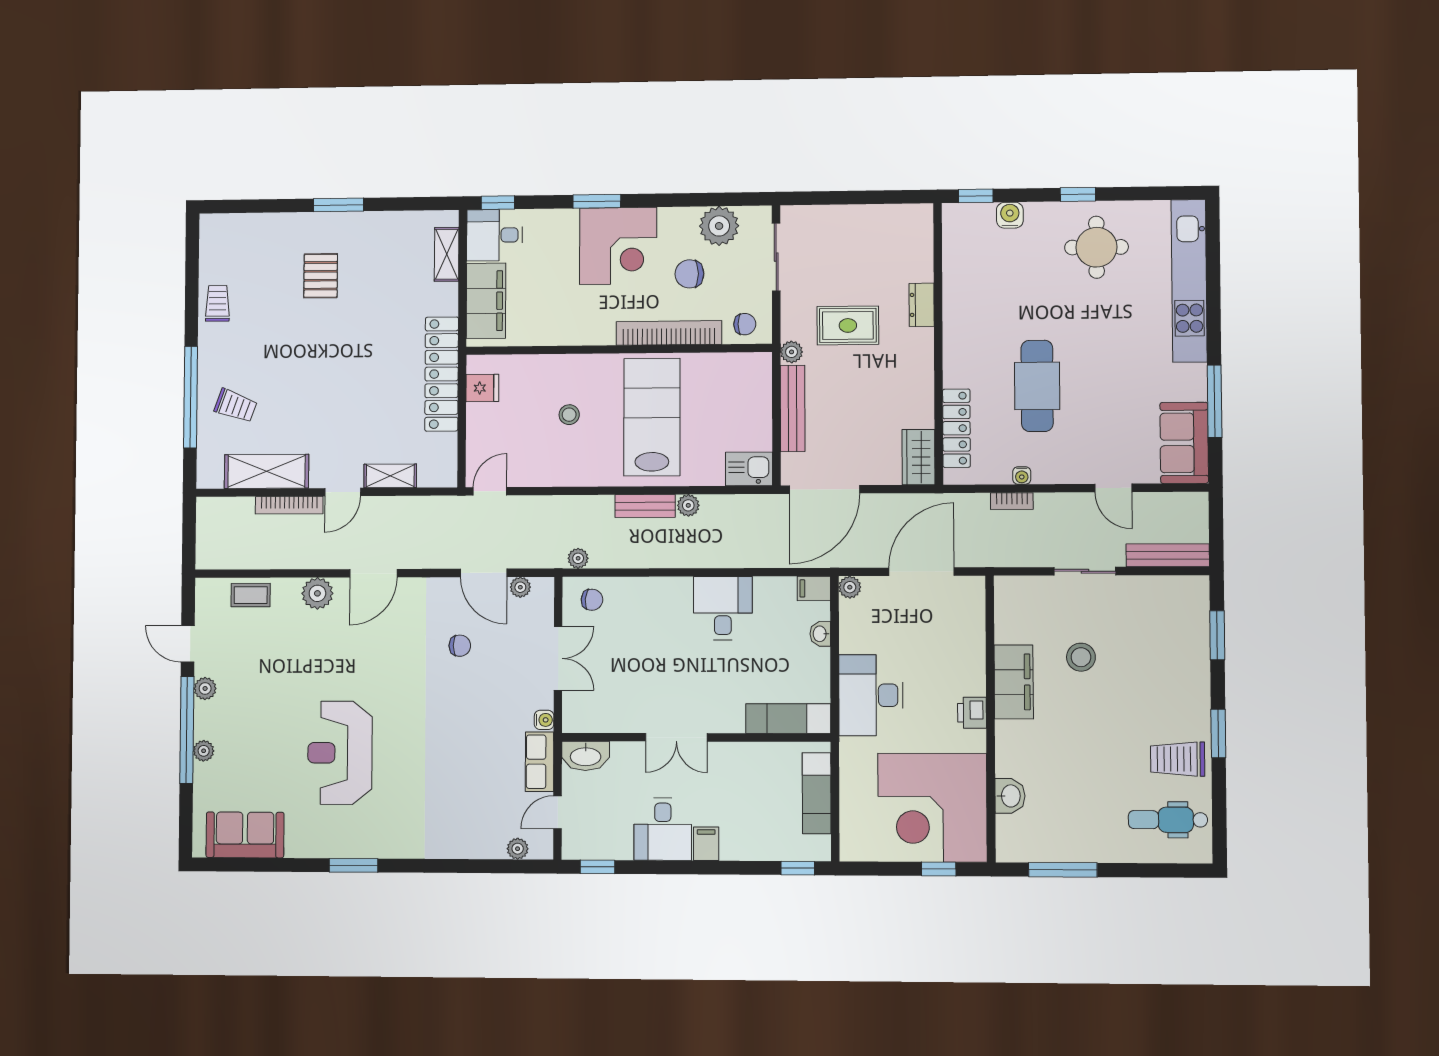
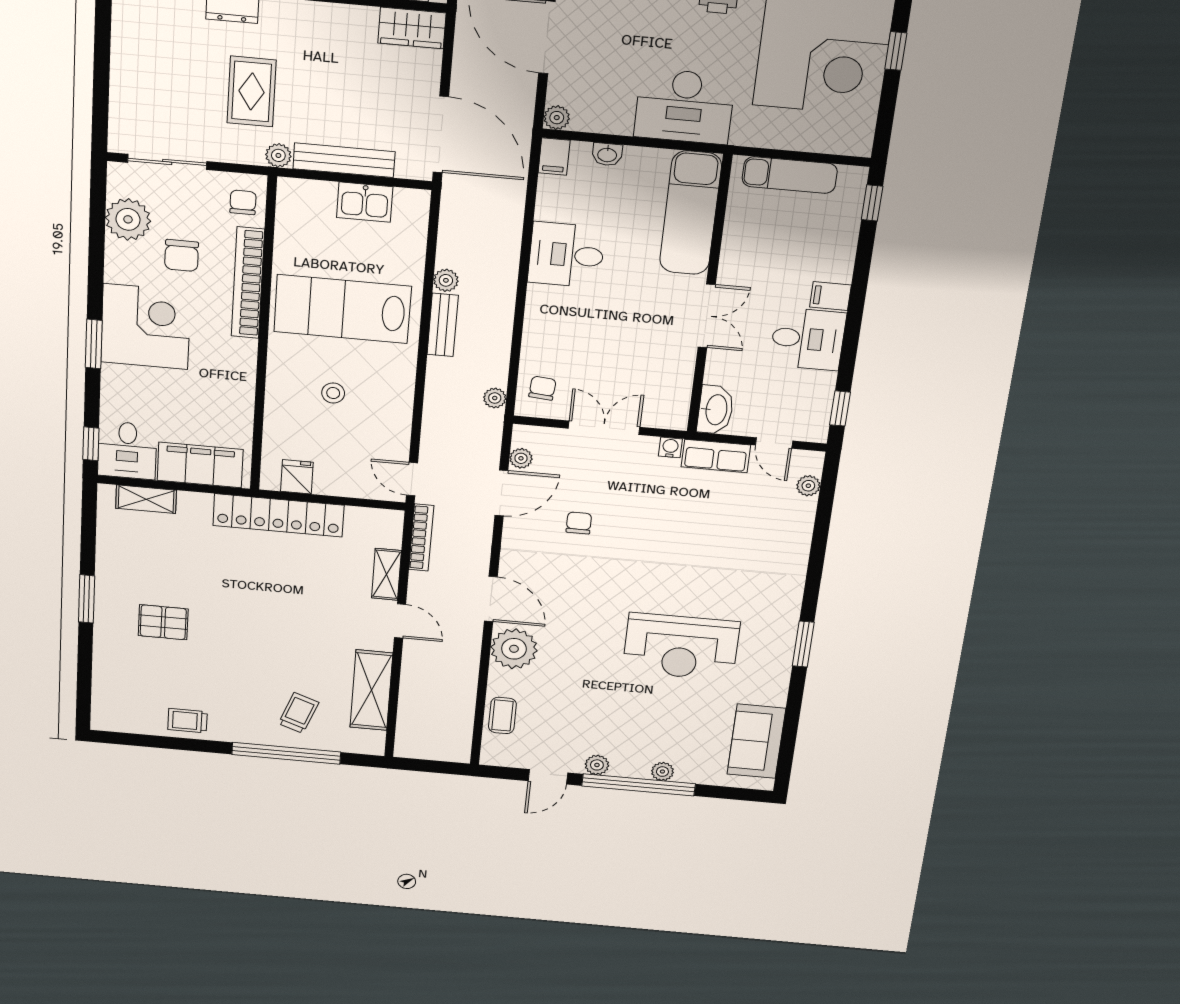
kitchen sink: (749, 469) -> (365, 202), moved, turned -90
bookcase: (289, 505) -> (421, 538), moved
plant: (317, 593) -> (514, 649), width x1.36, depth x1.36
exam couch: (788, 719) -> (690, 213), width x1.36, depth x1.45

